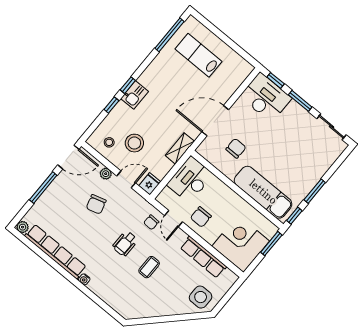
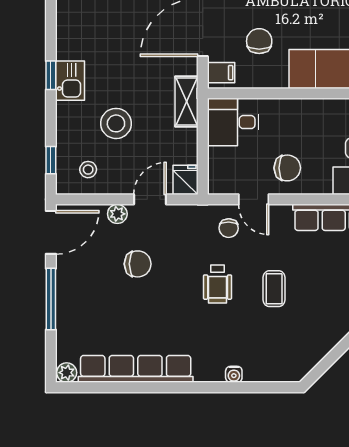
window: (111, 105) -> (51, 160), moved
stool: (134, 143) -> (116, 123), moved
filing cabinet: (207, 148) -> (221, 73), added
desk: (190, 180) -> (233, 122), width x0.73
chair: (96, 204) -> (138, 264), turned -74
chair: (201, 217) -> (287, 168), turned -90
water cooler: (84, 279) -> (234, 374), moved

